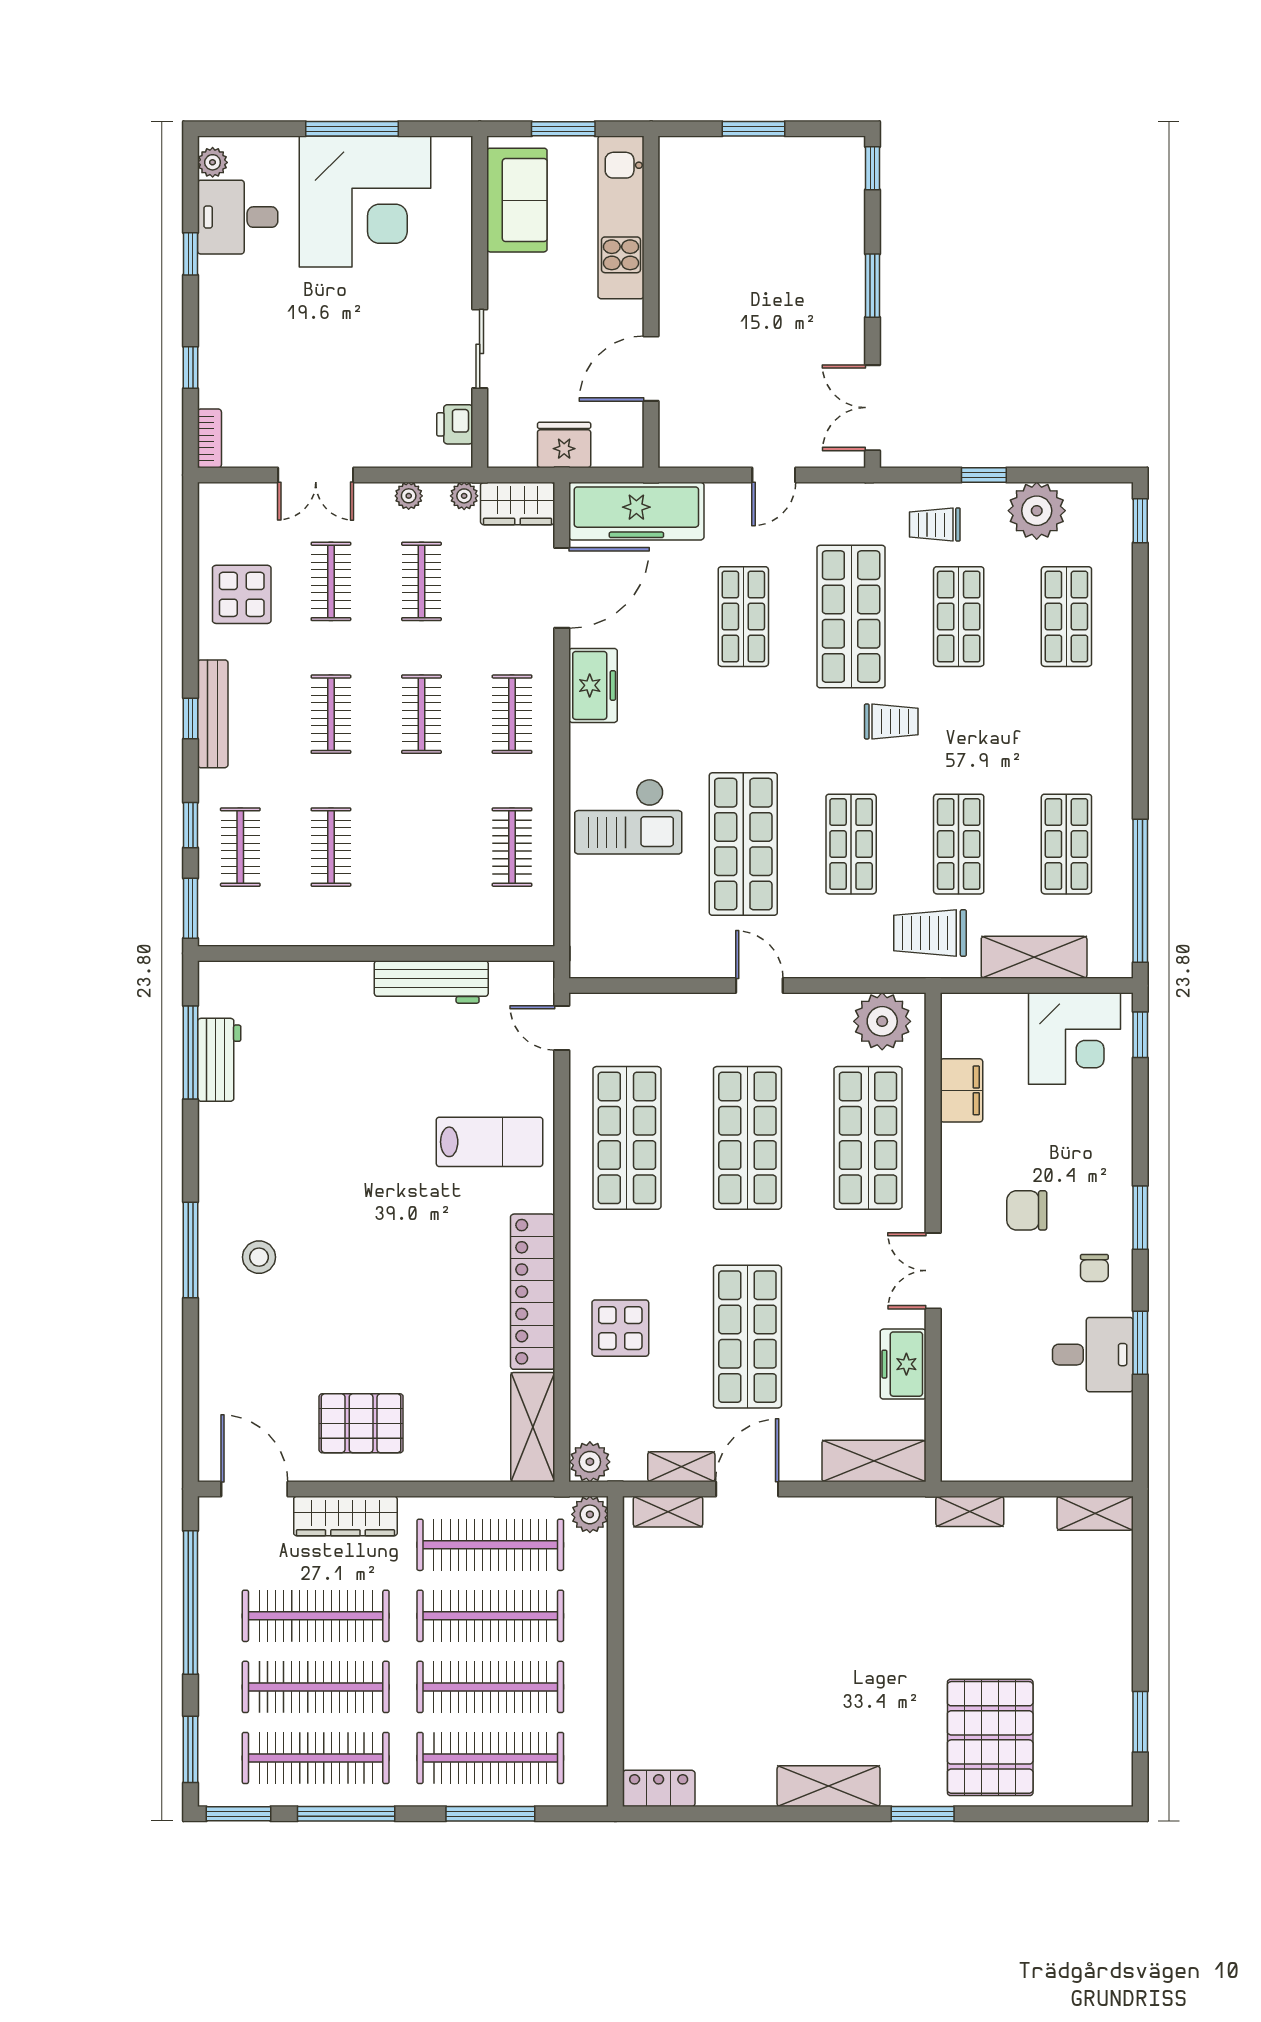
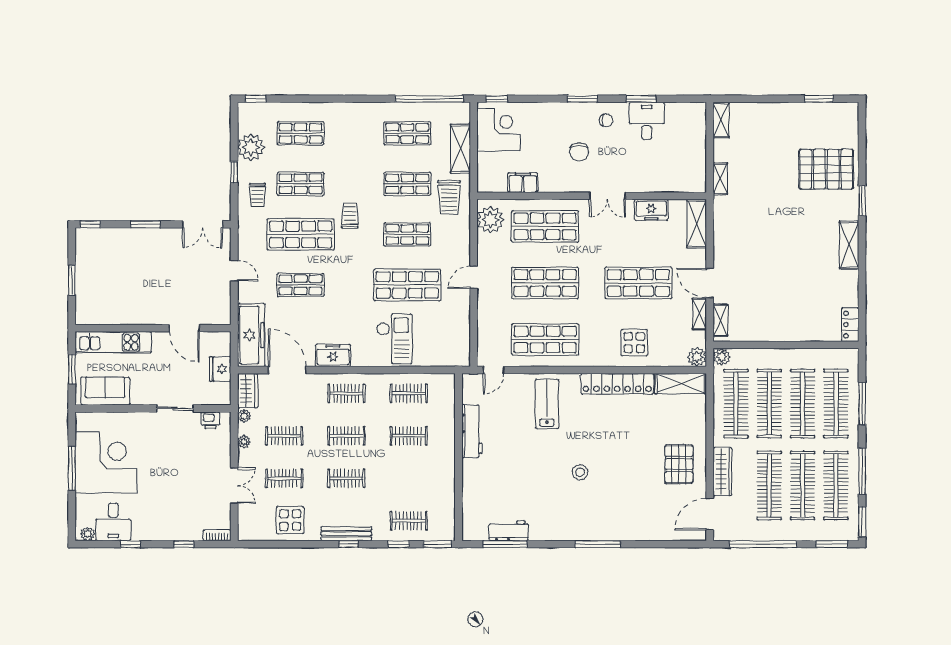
clothes rail: (331, 847) -> (409, 436), moved
stool: (259, 1257) -> (580, 472), moved

